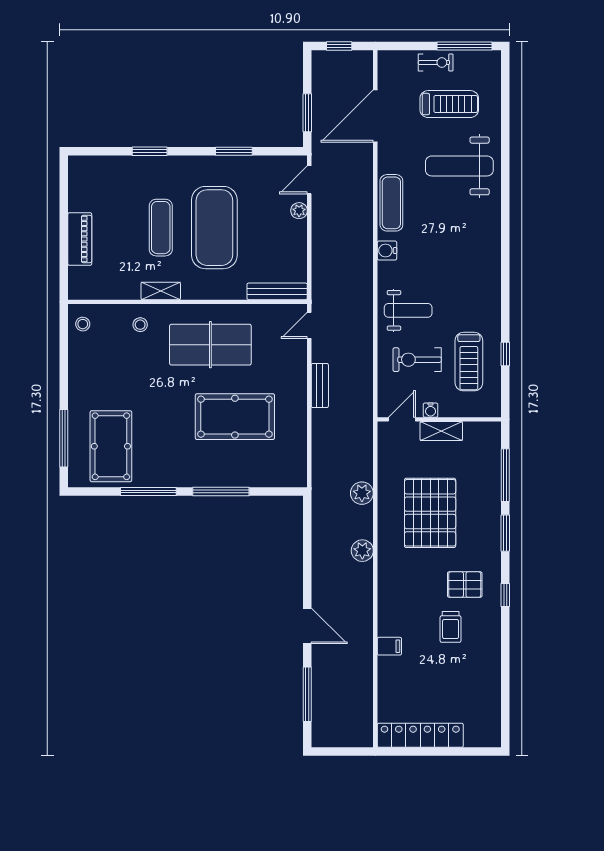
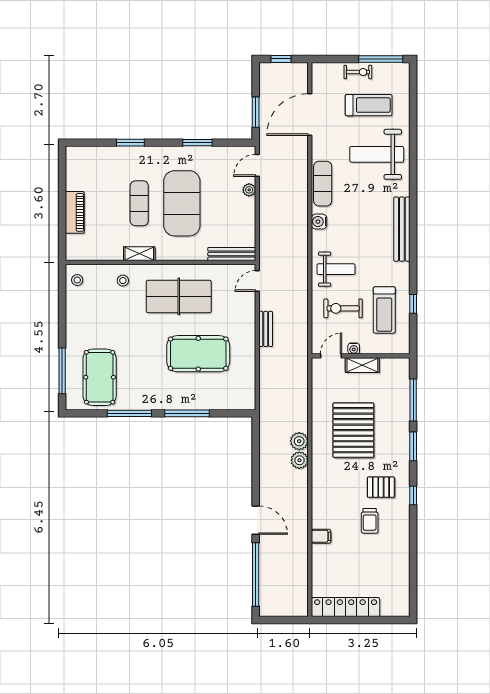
bench: (491, 260) -> (402, 229), added
plant: (362, 493) -> (299, 441), moved
window: (307, 694) -> (256, 575), width x1.46

